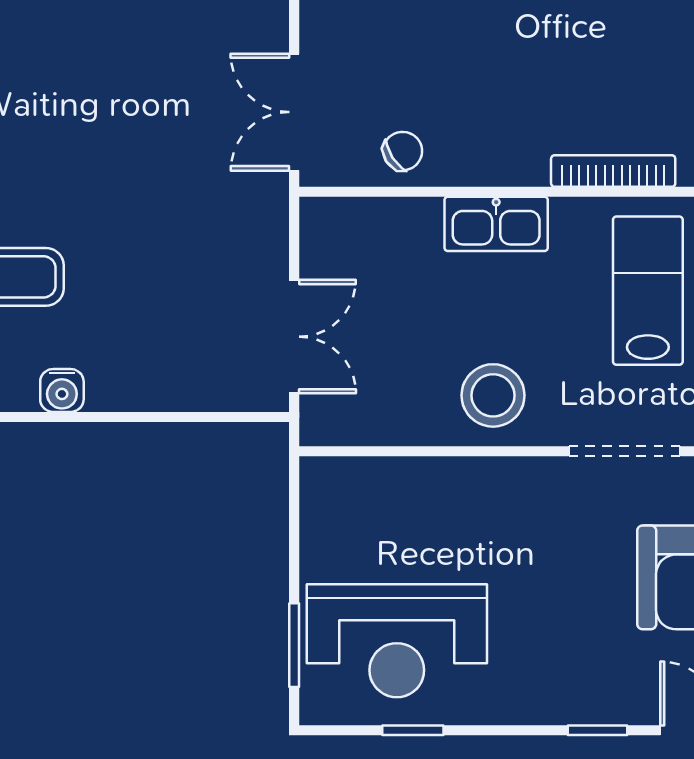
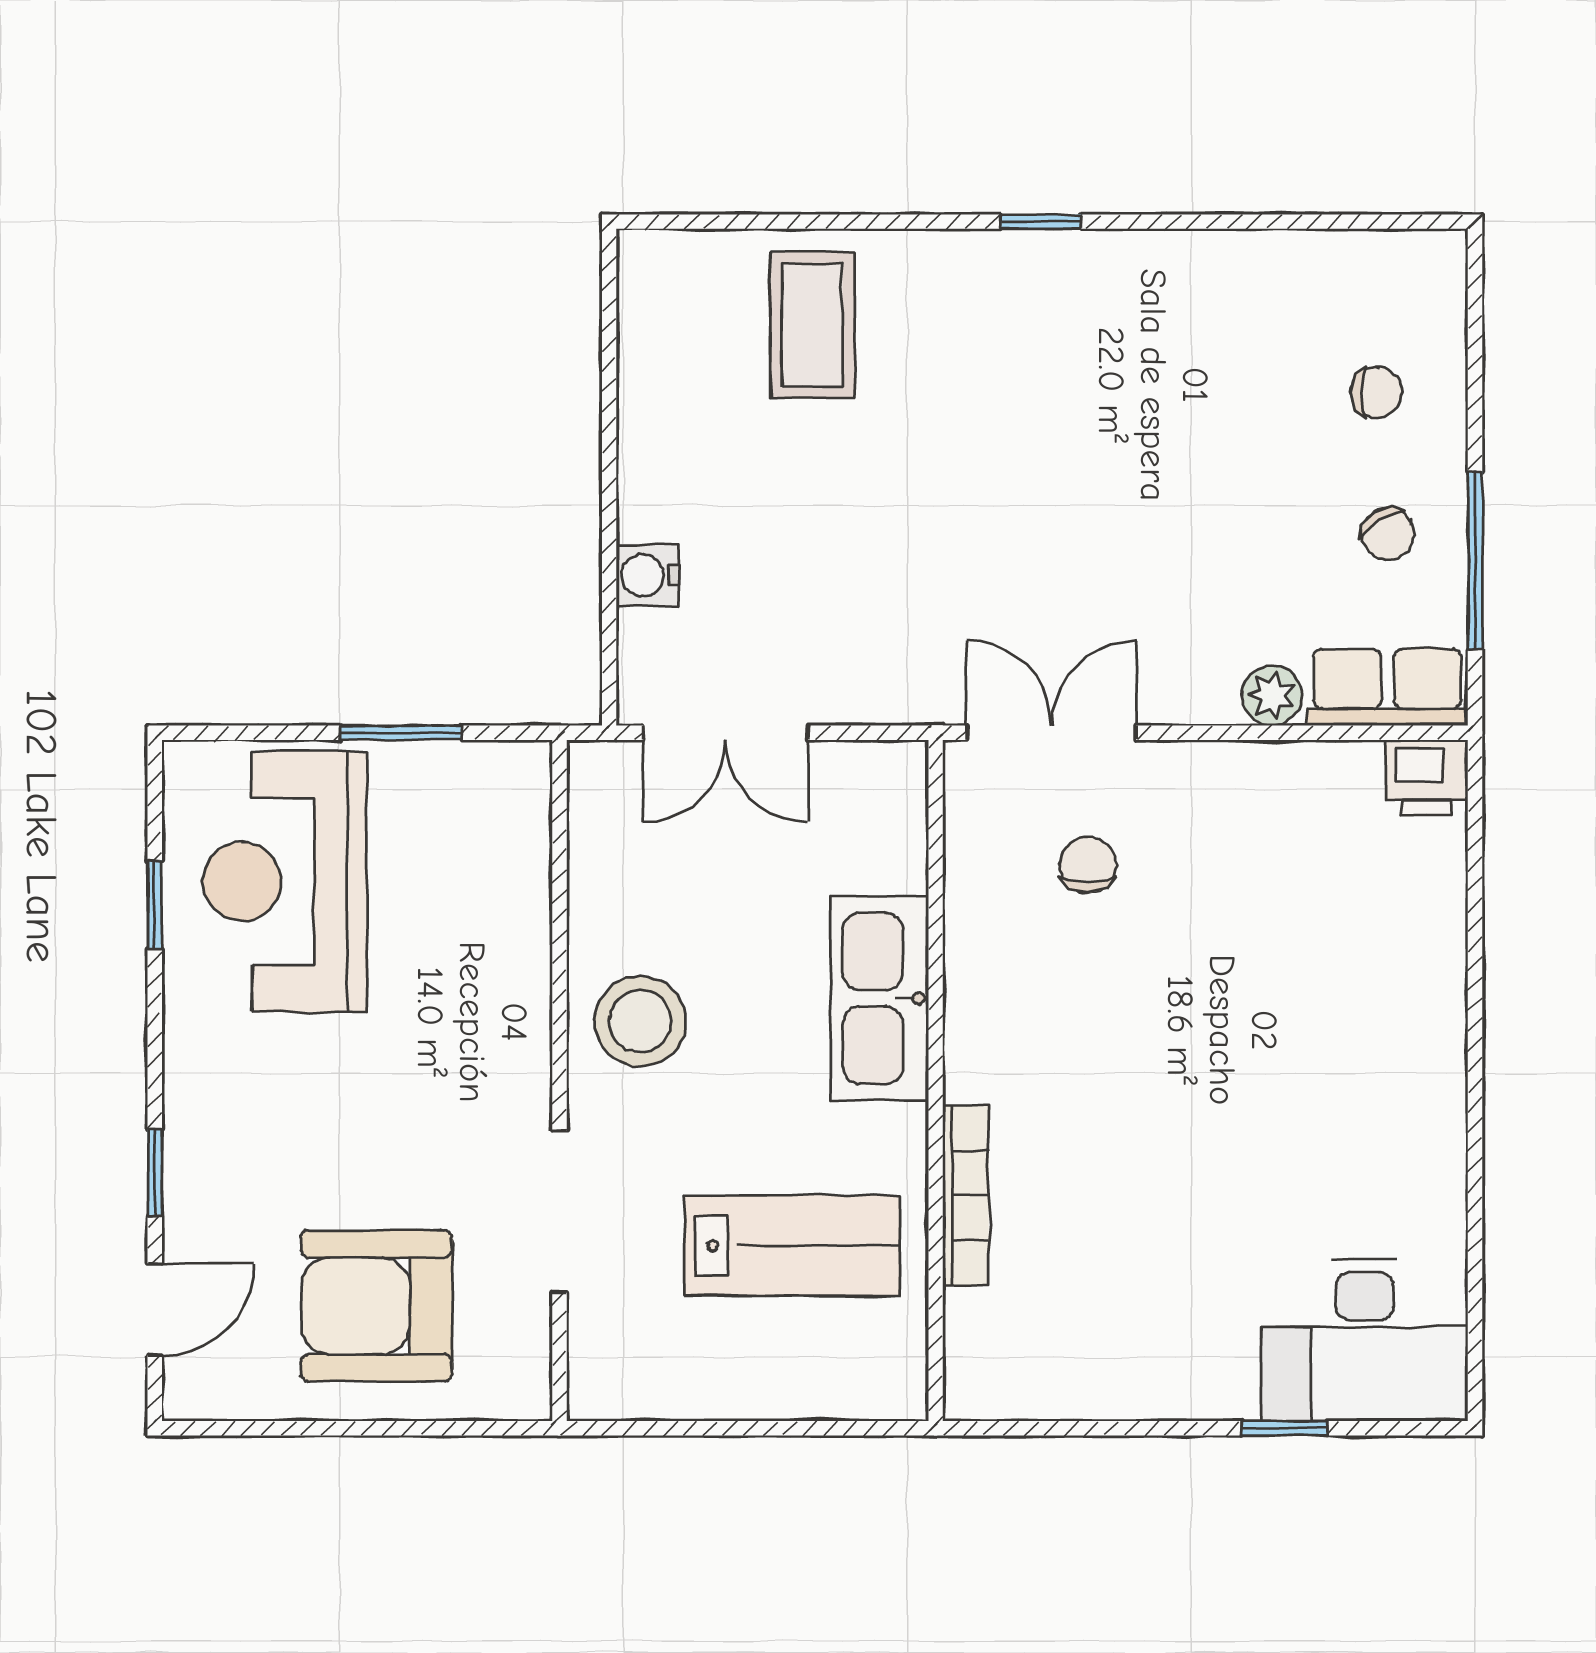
chair: (403, 151) -> (1088, 865), moved, turned -147
kitchen sink: (496, 224) -> (880, 998), width x1.36, depth x1.24
water cooler: (62, 390) -> (648, 575), moved
window: (294, 645) -> (401, 733), moved

